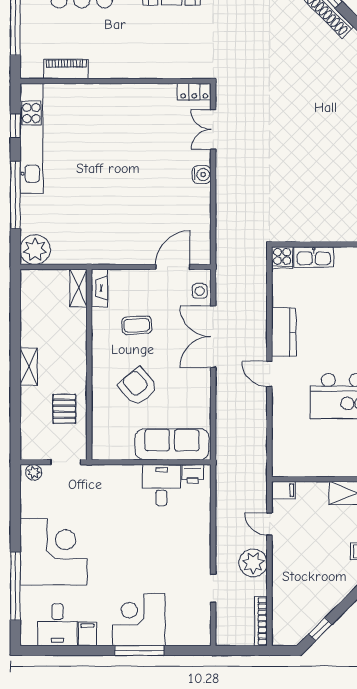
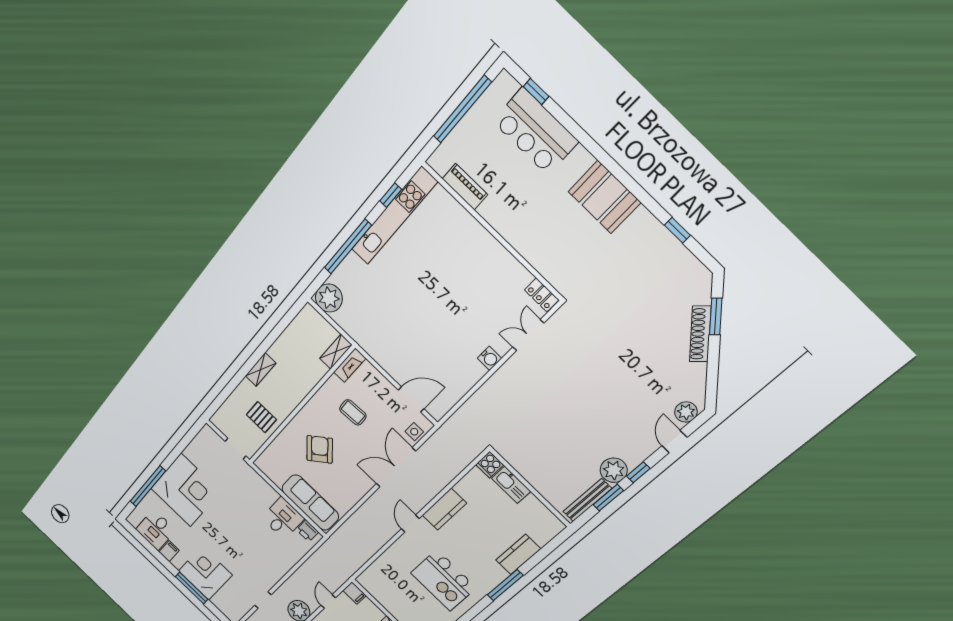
pallet: (64, 409) -> (261, 417), turned 90
plant: (34, 472) -> (211, 435), removed

